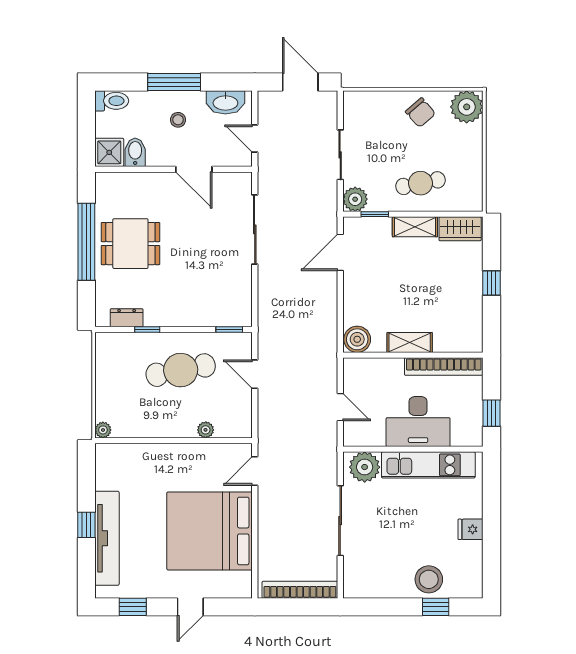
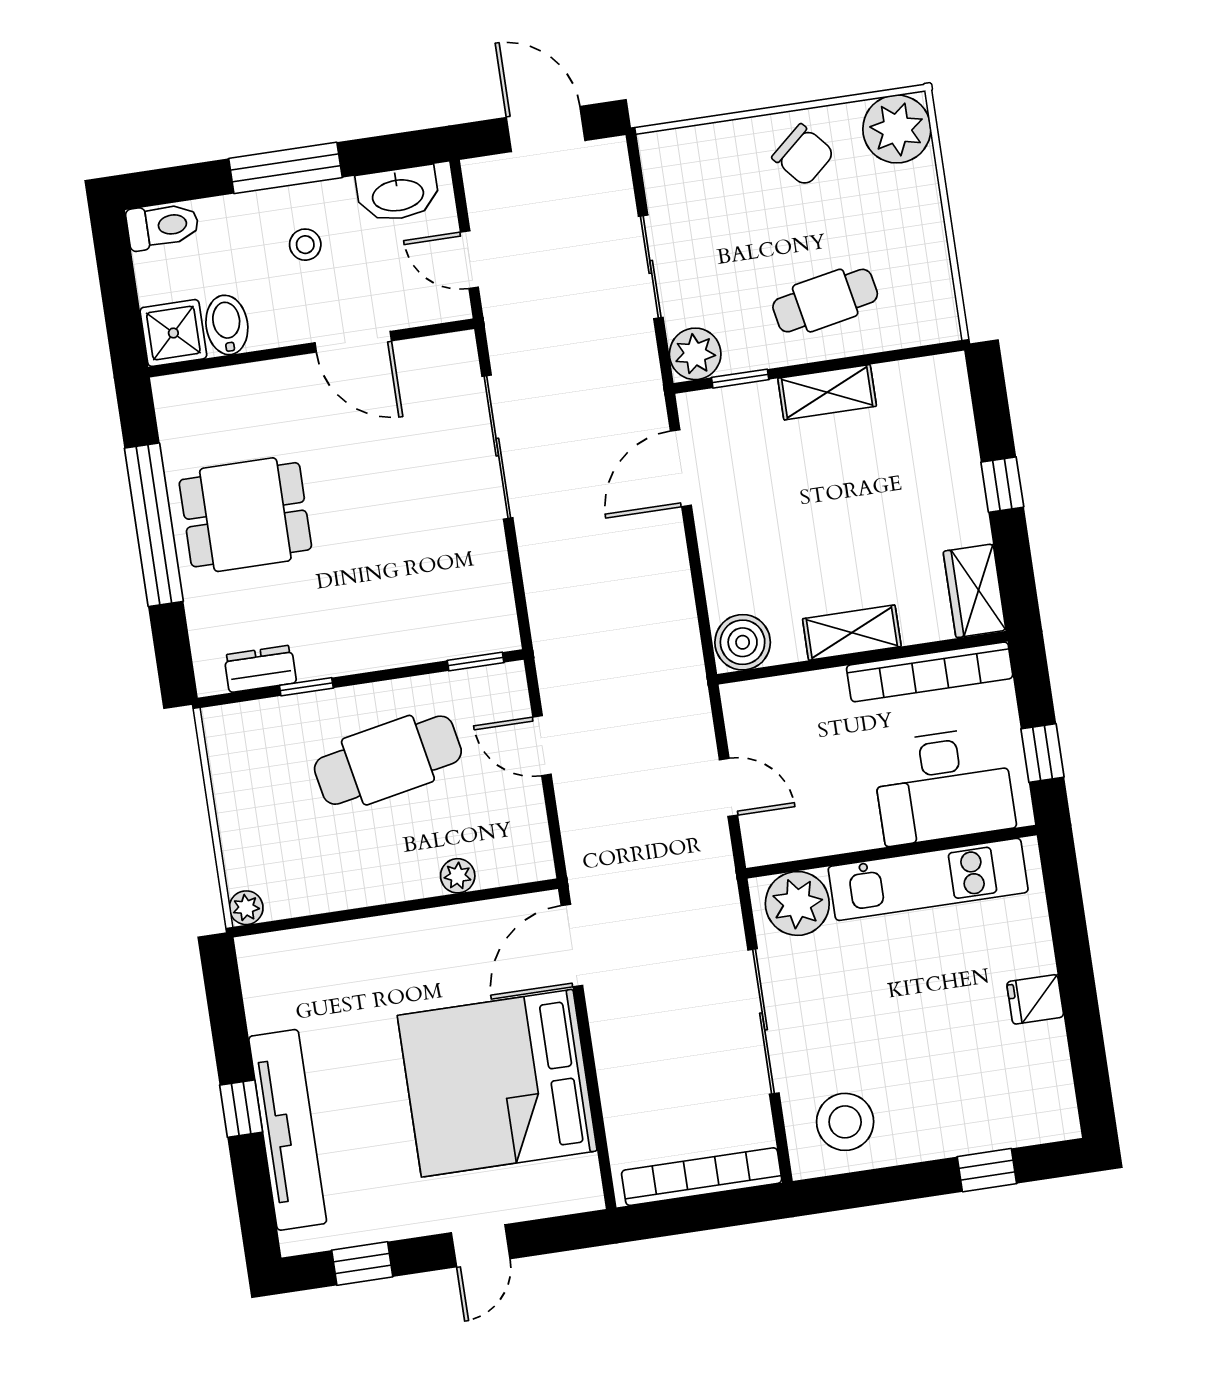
wardrobe: (460, 229) -> (975, 591), moved, turned 90
desk: (418, 422) -> (943, 786), moved
door: (255, 471) -> (572, 946), width x1.38
stool: (429, 579) -> (845, 1122), moved

